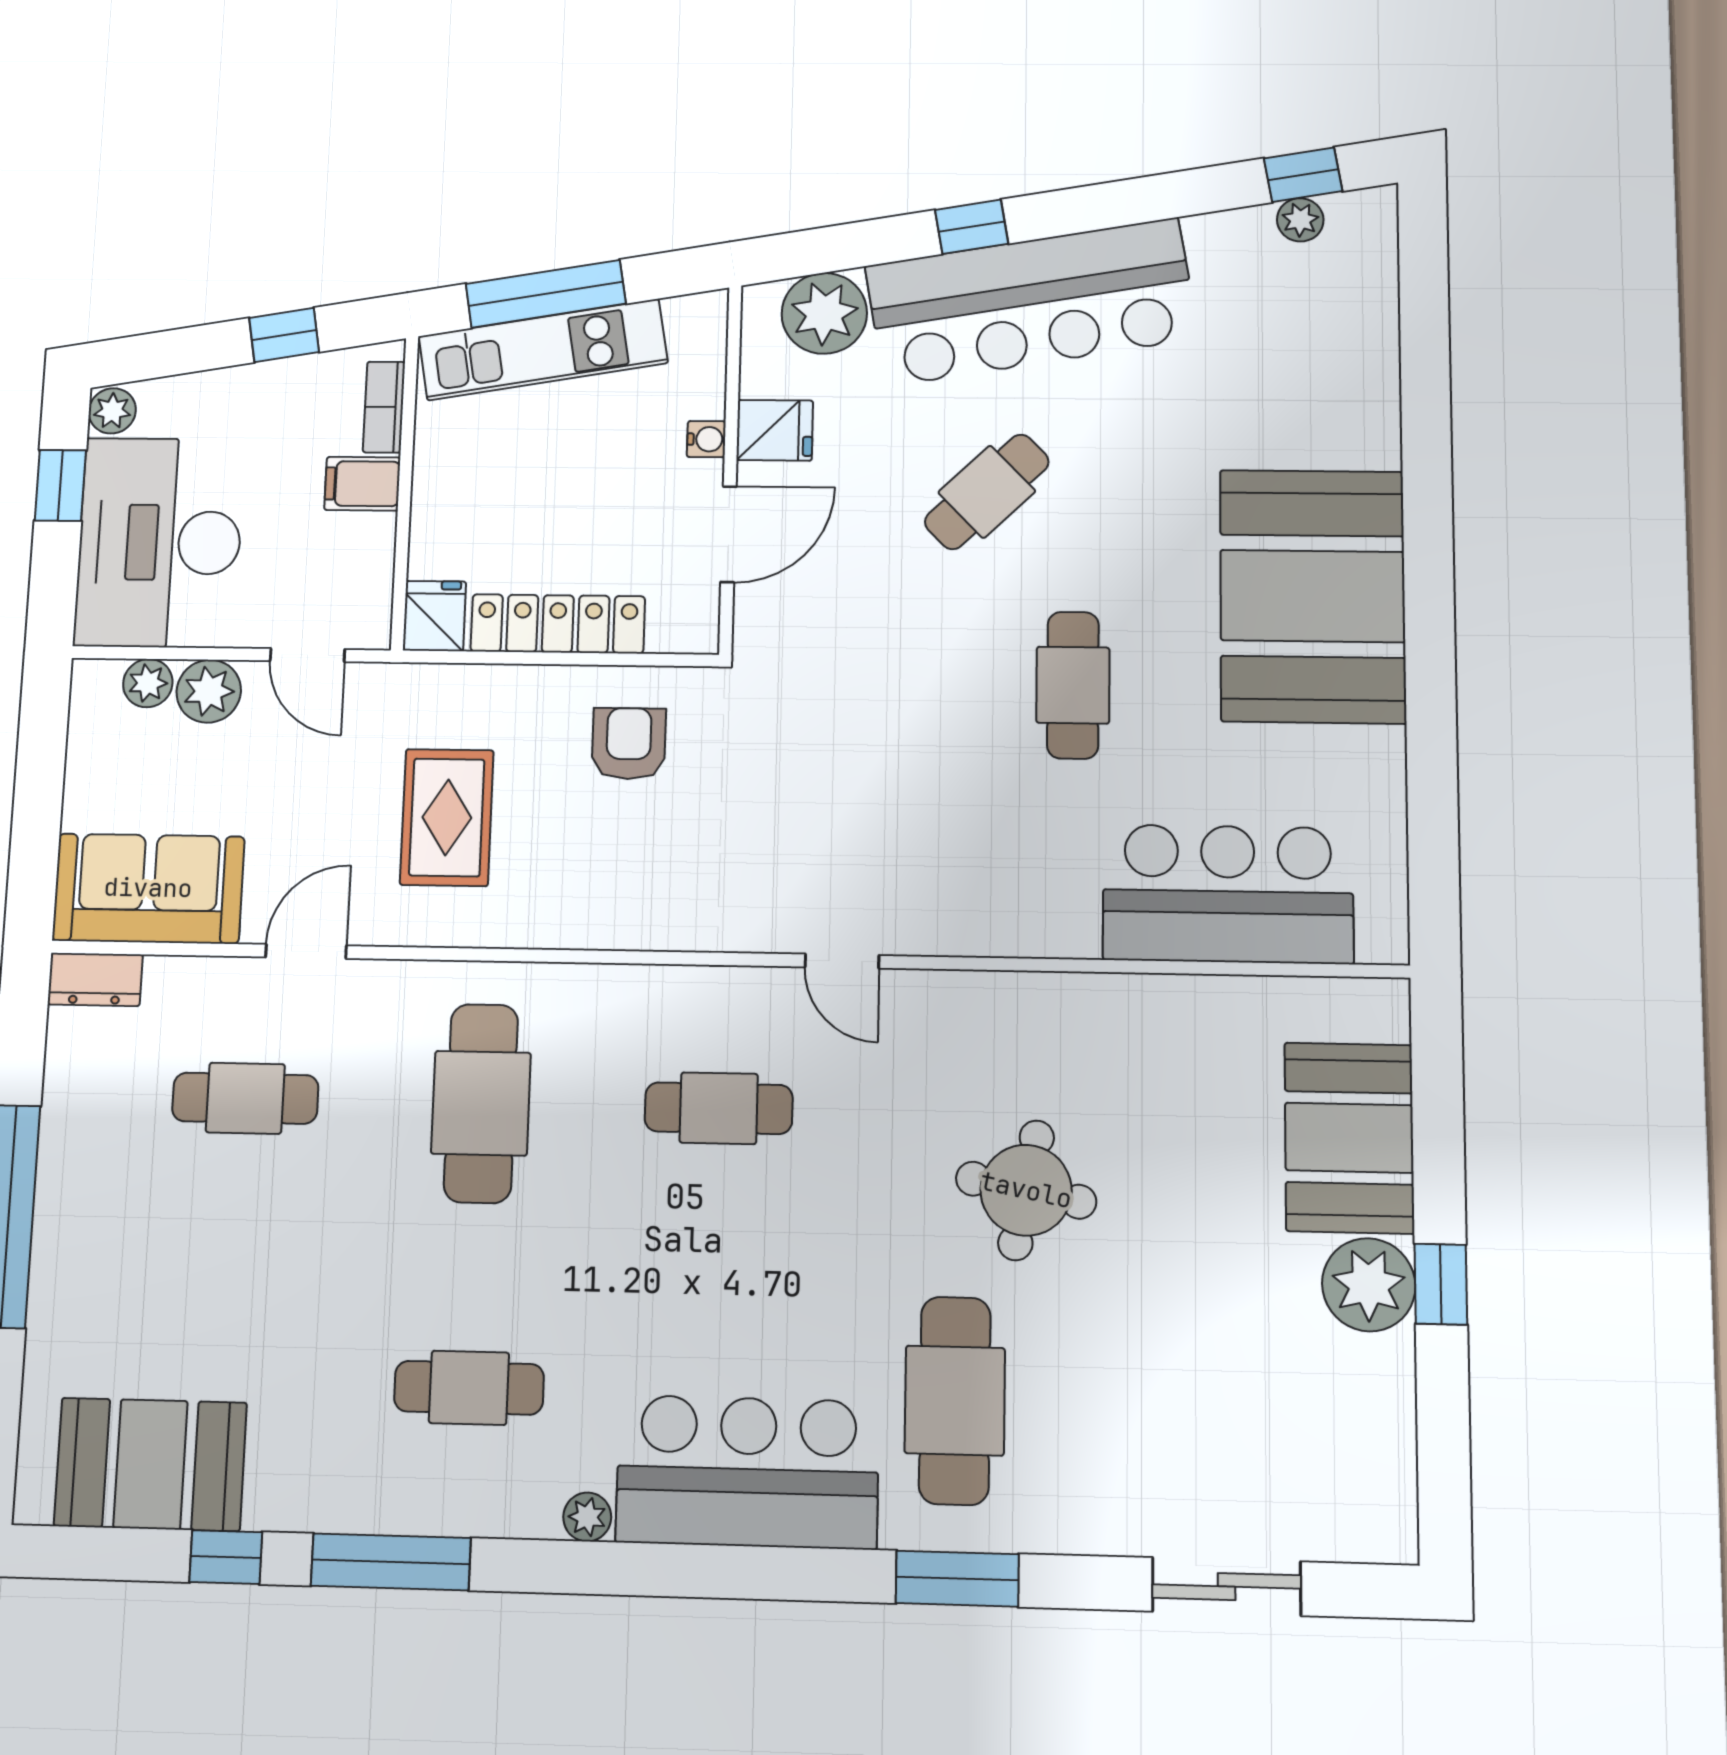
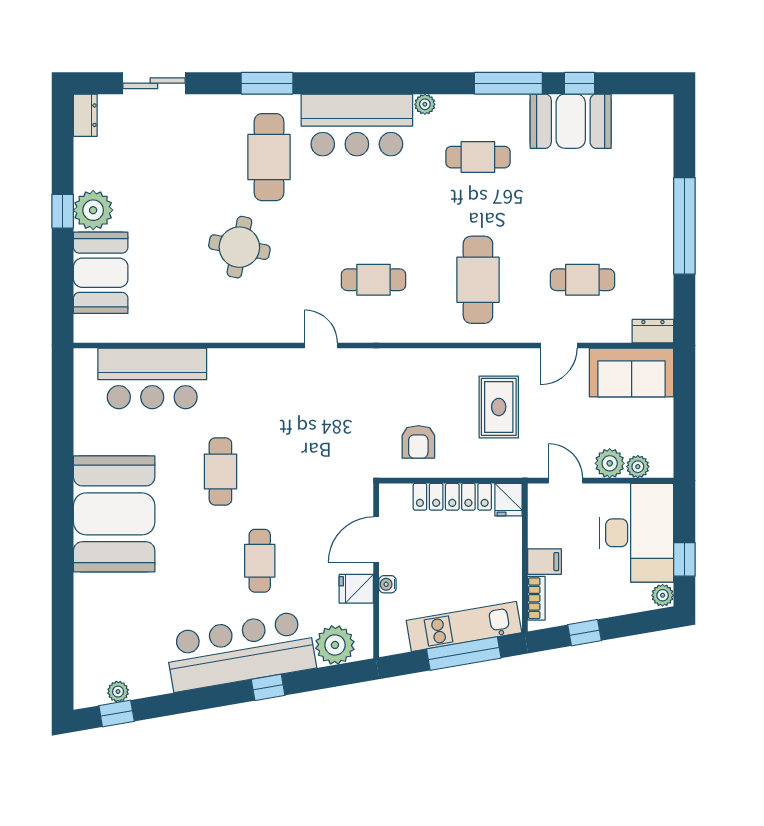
cafe table: (987, 492) -> (260, 561), turned -46
booth: (150, 1464) -> (571, 121), moved
dresser: (1390, 1513) -> (85, 115), added

